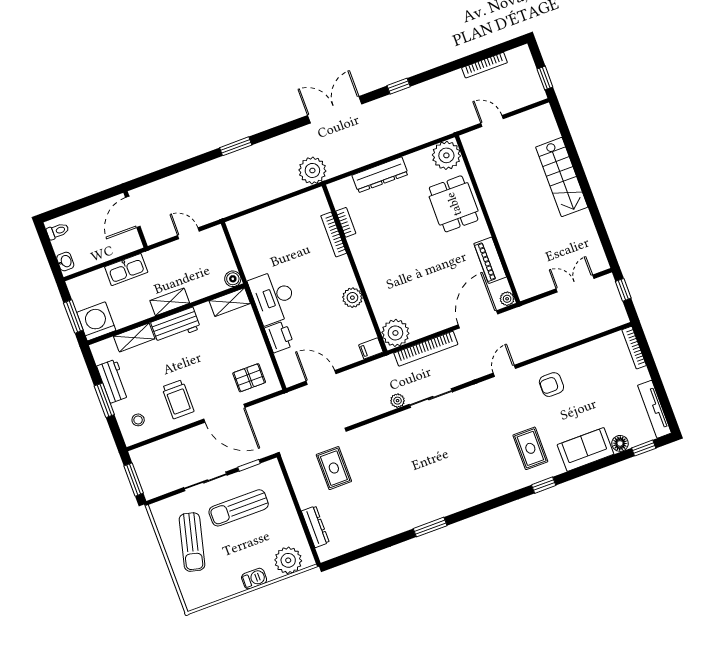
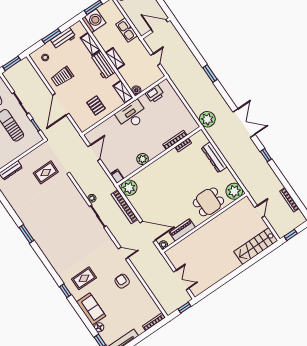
stairs: (562, 177) -> (256, 246), moved
printer: (279, 337) -> (155, 94), moved
pallet: (249, 378) -> (96, 105), moved

